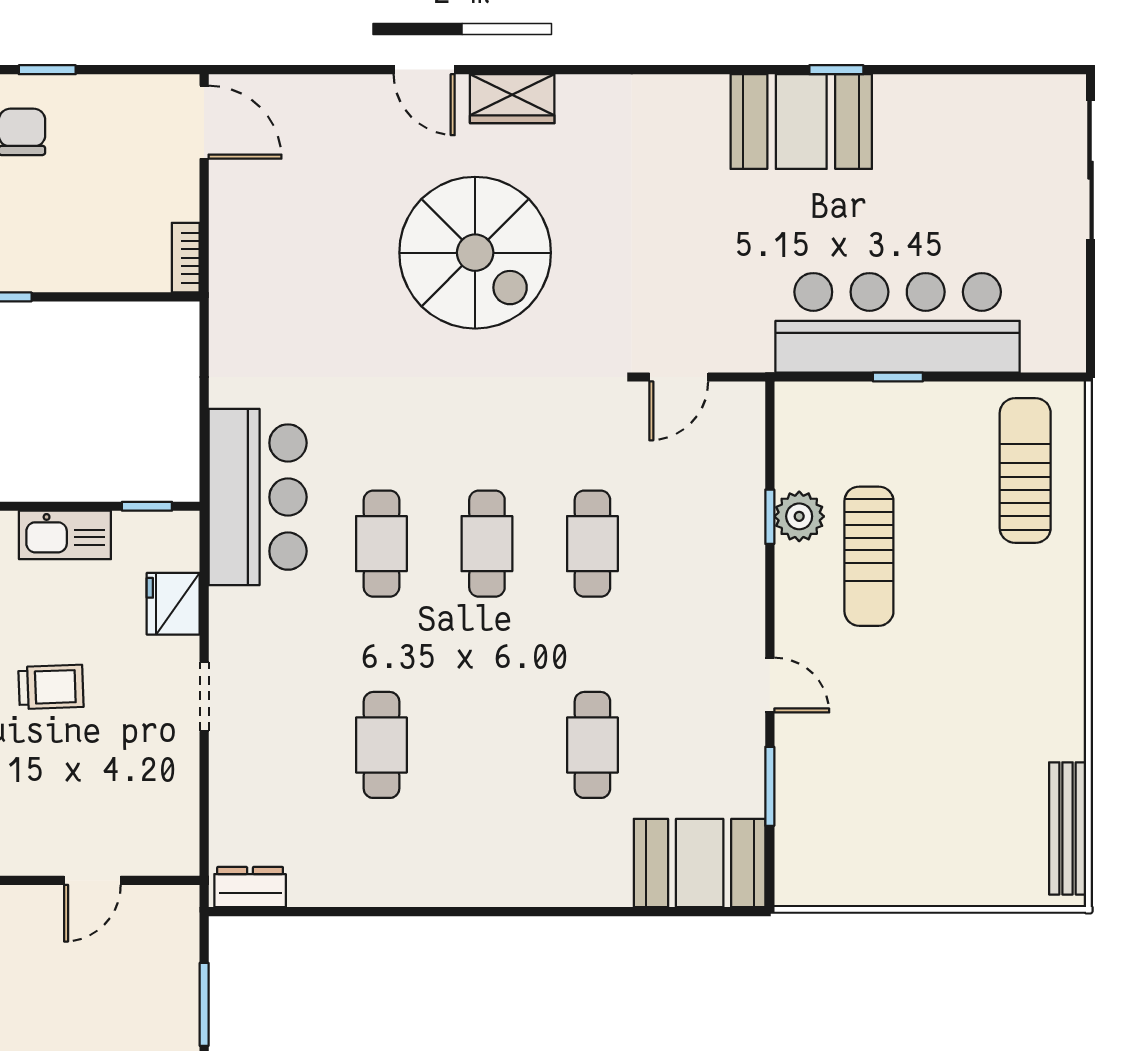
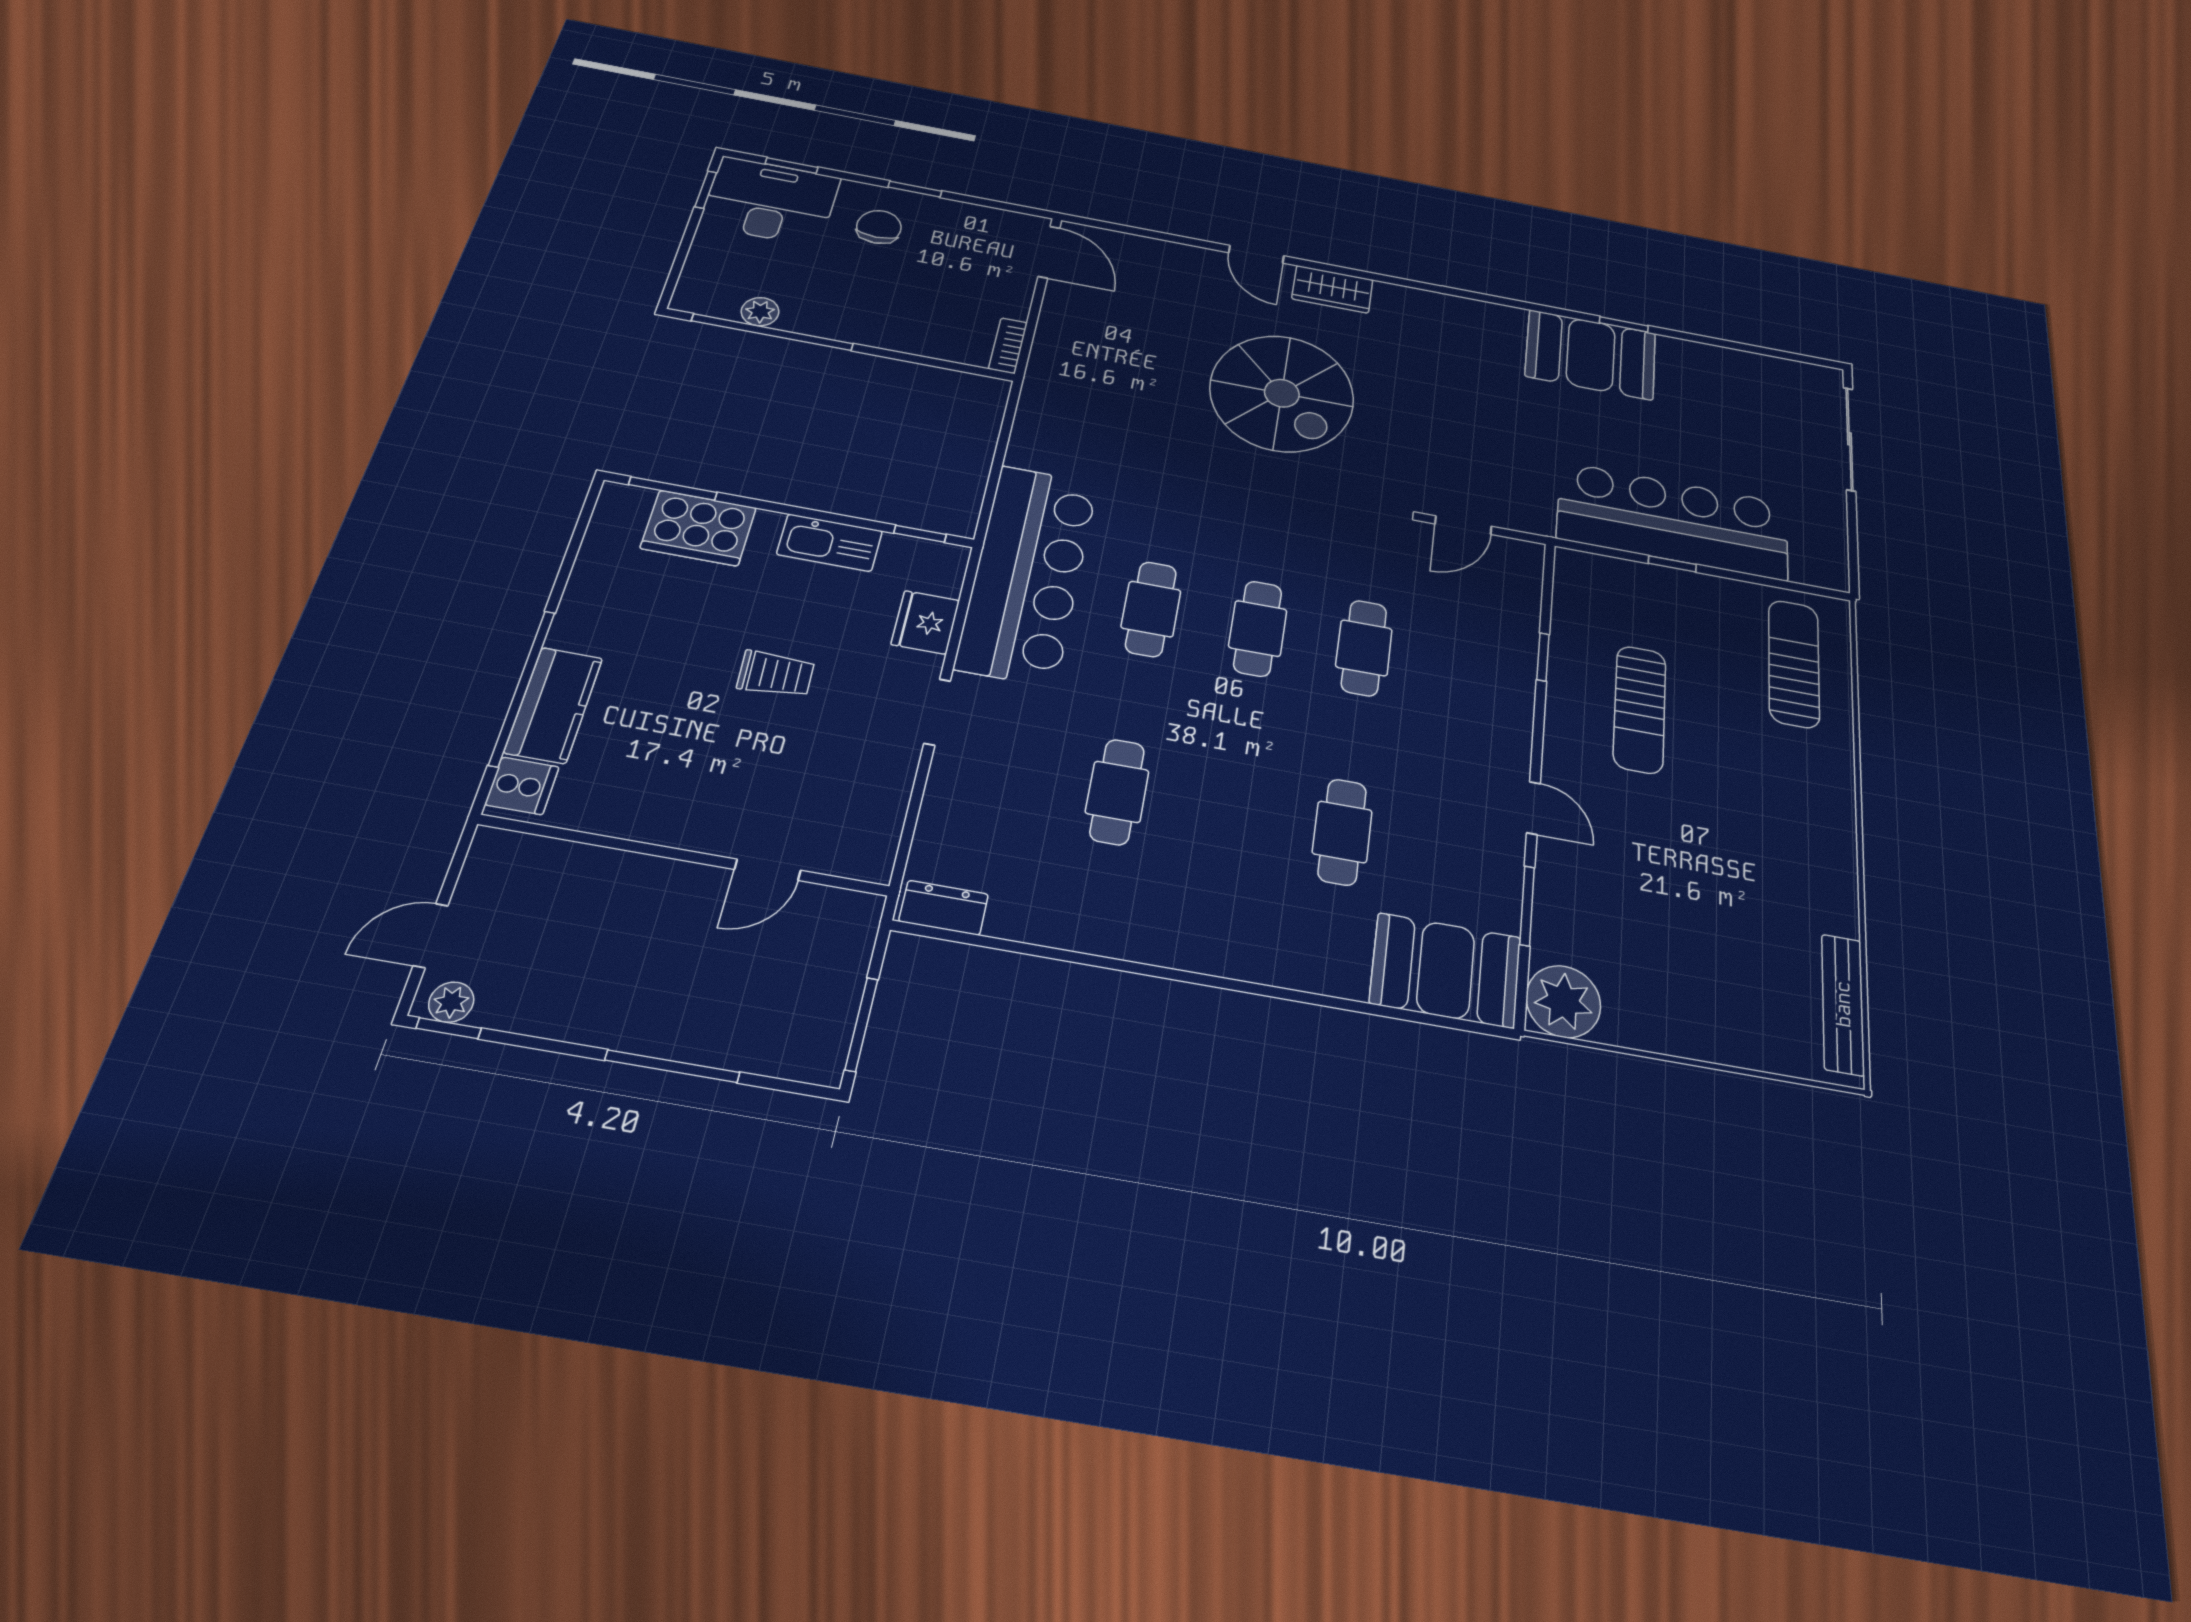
bar counter: (258, 497) -> (1028, 574), width x1.36
plant: (799, 516) -> (1563, 1001), moved, width x1.36, depth x1.36

